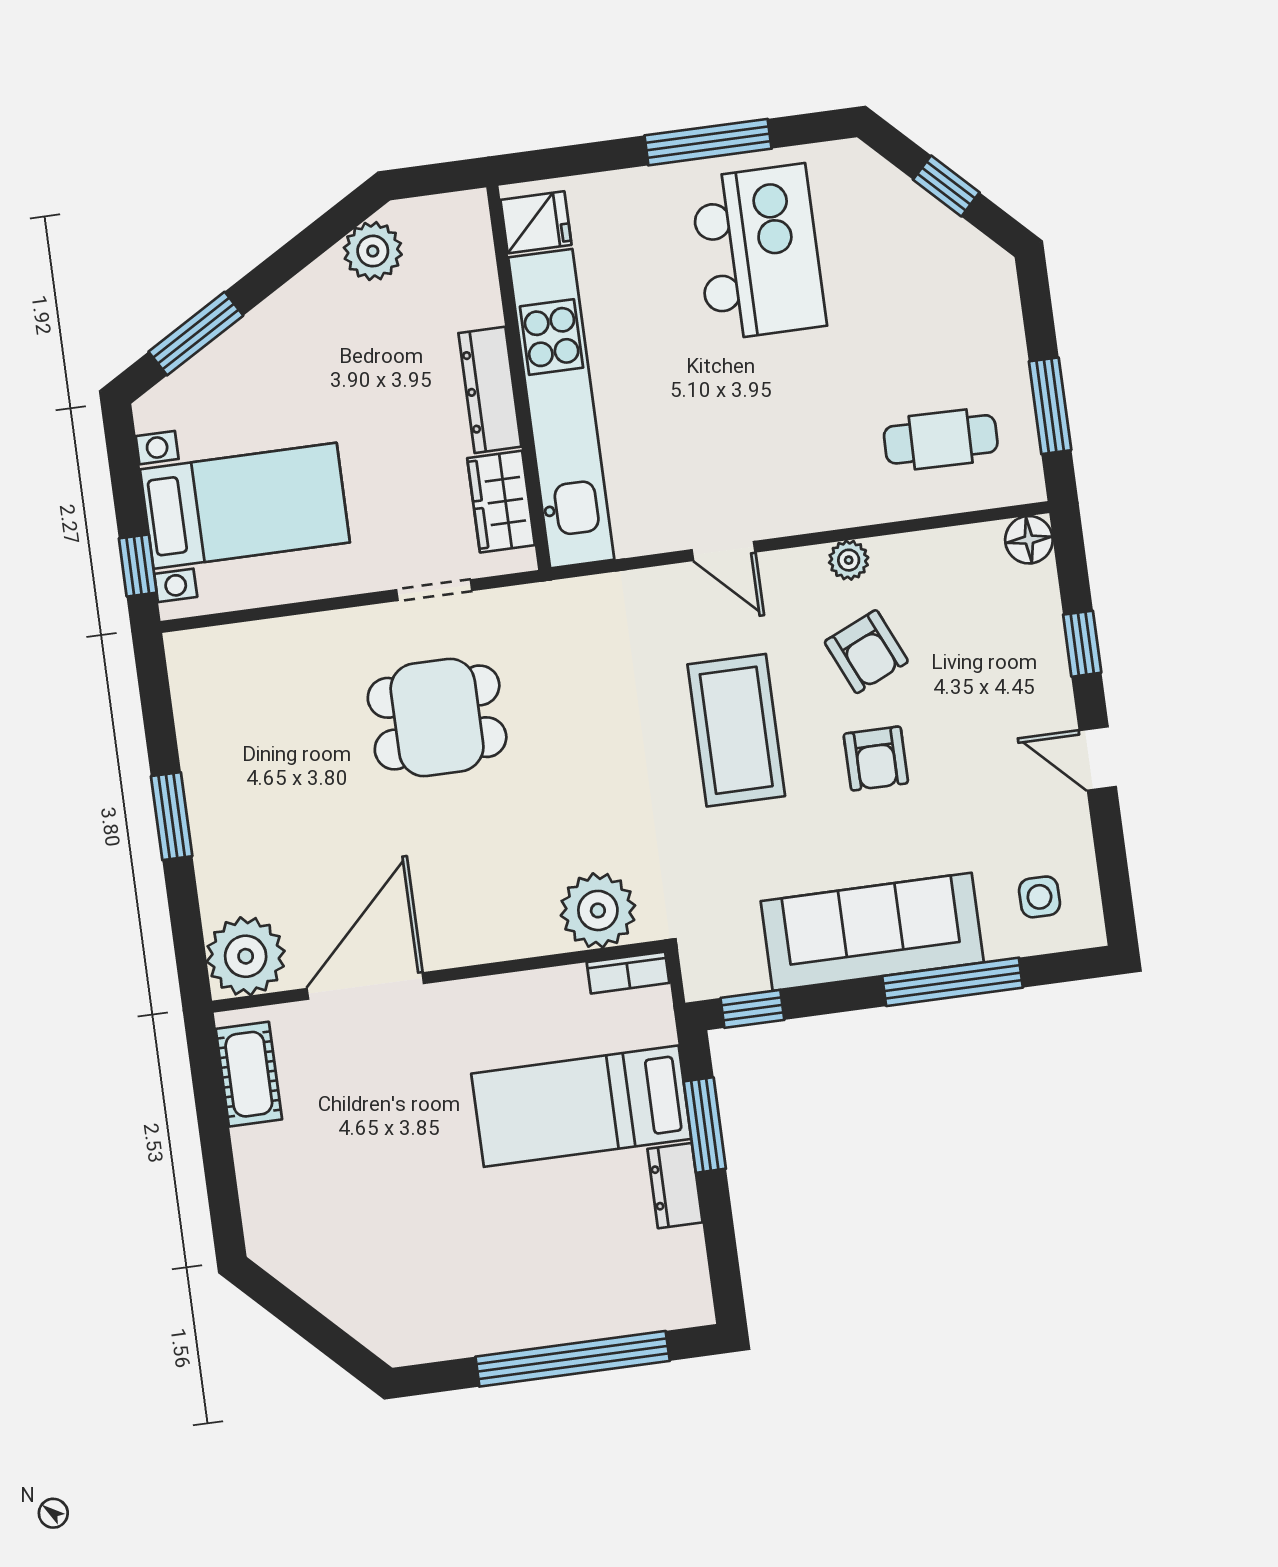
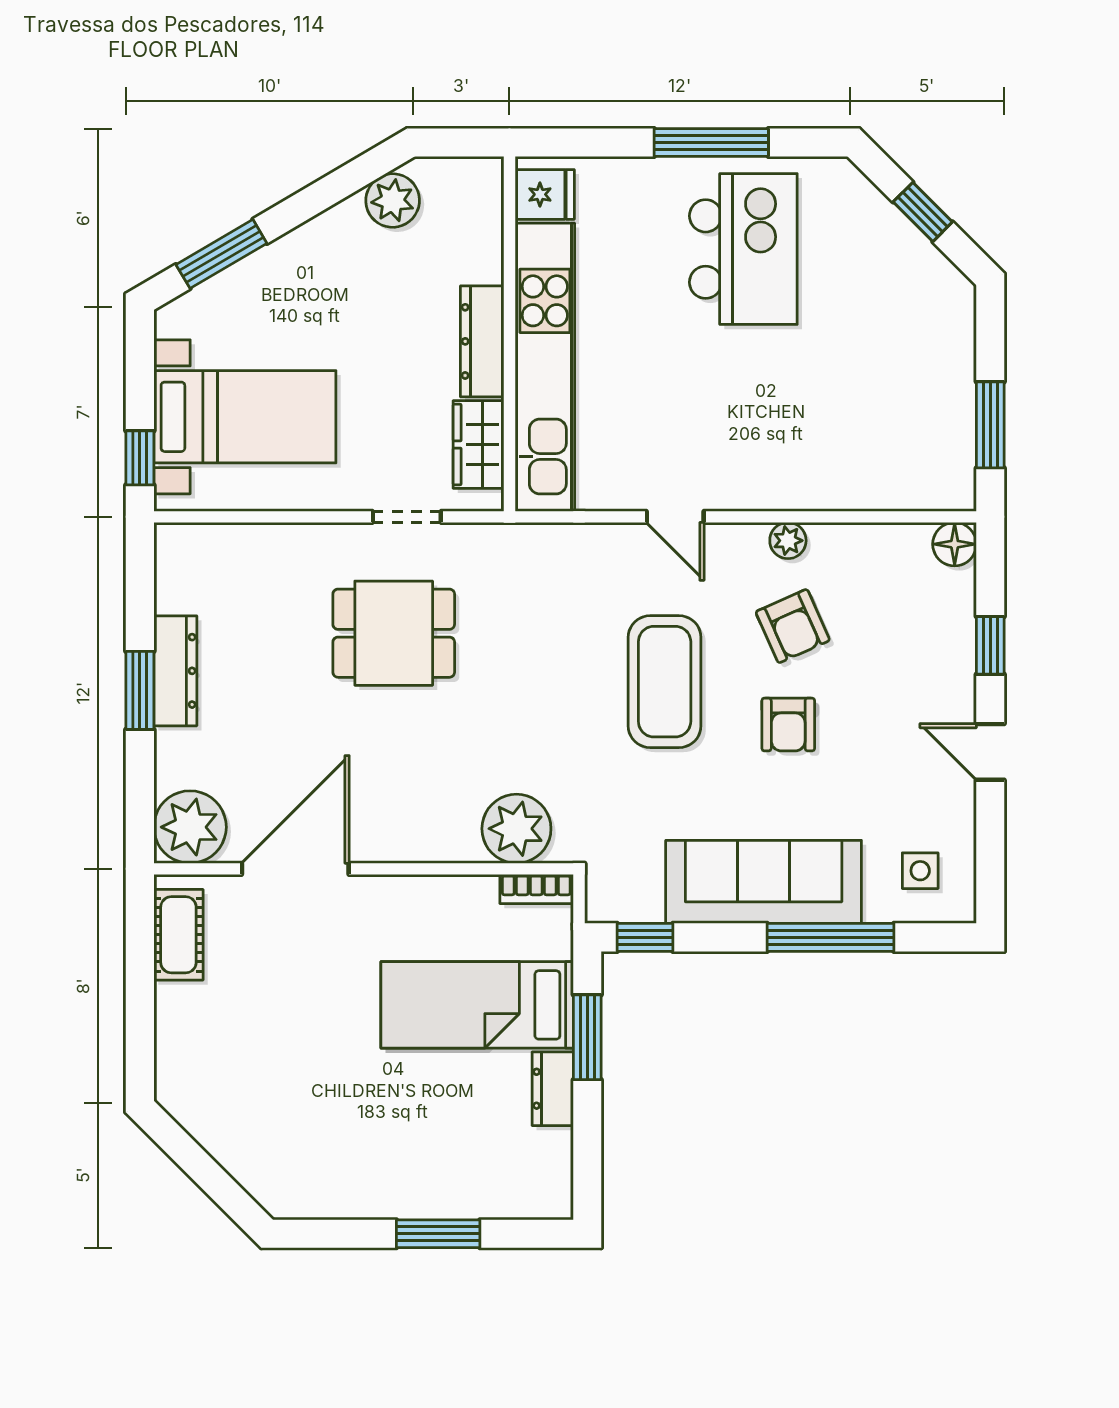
cafe table: (941, 439) -> (887, 442), removed
dresser: (207, 790) -> (175, 671), added
window: (573, 1359) -> (438, 1234), width x0.47

